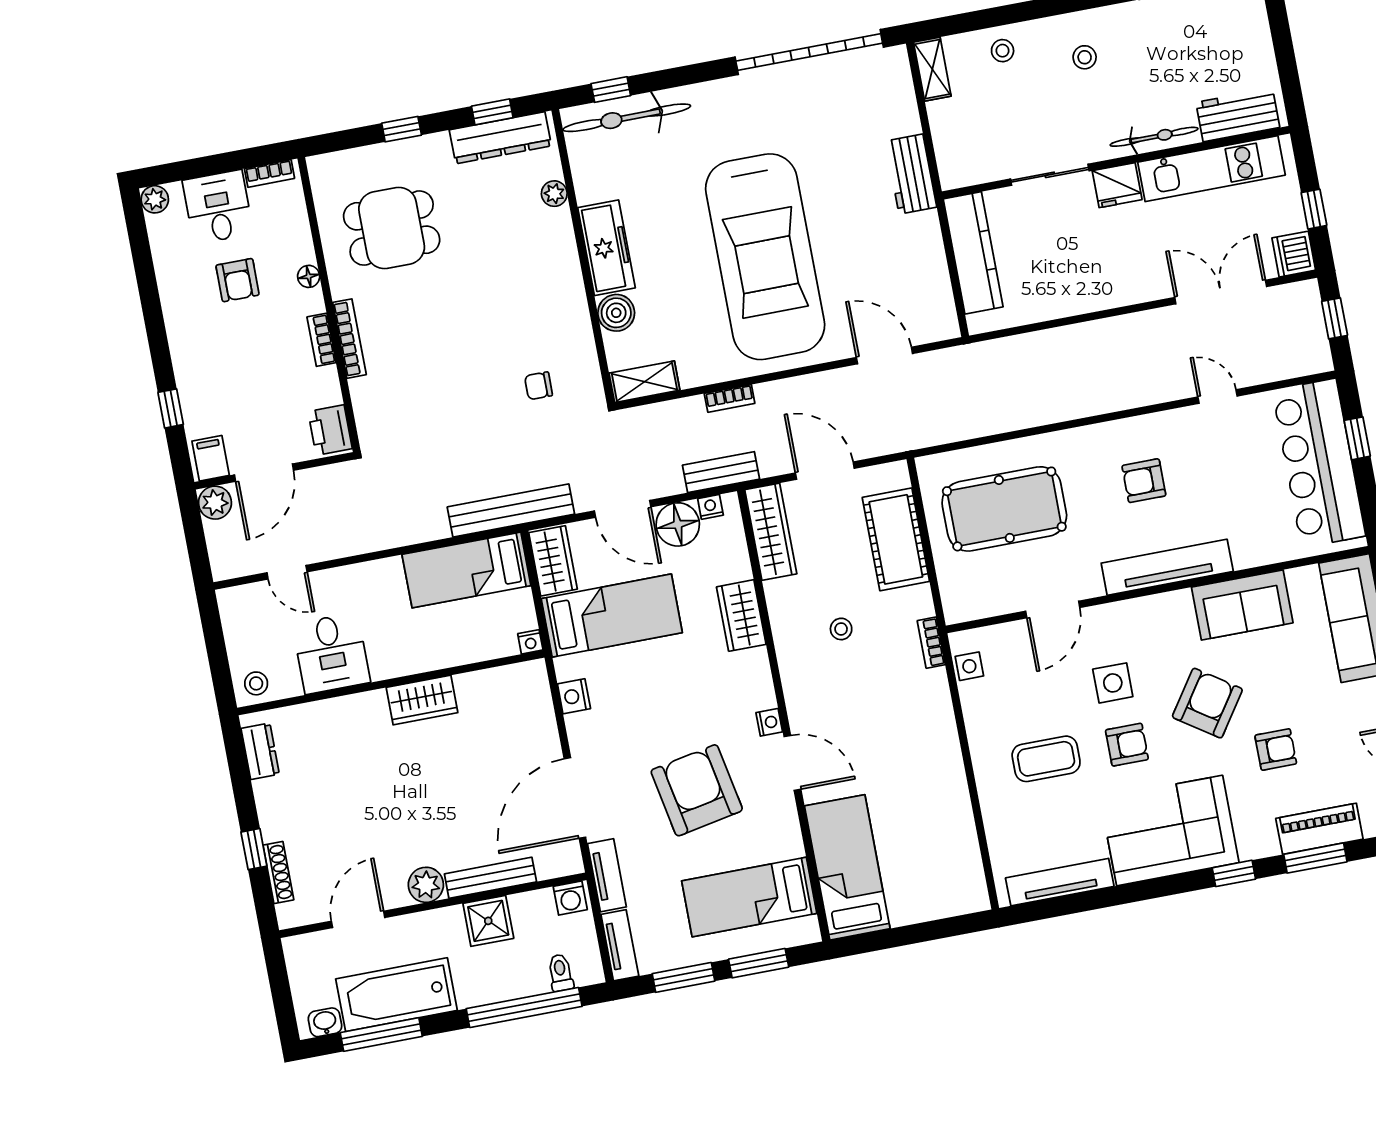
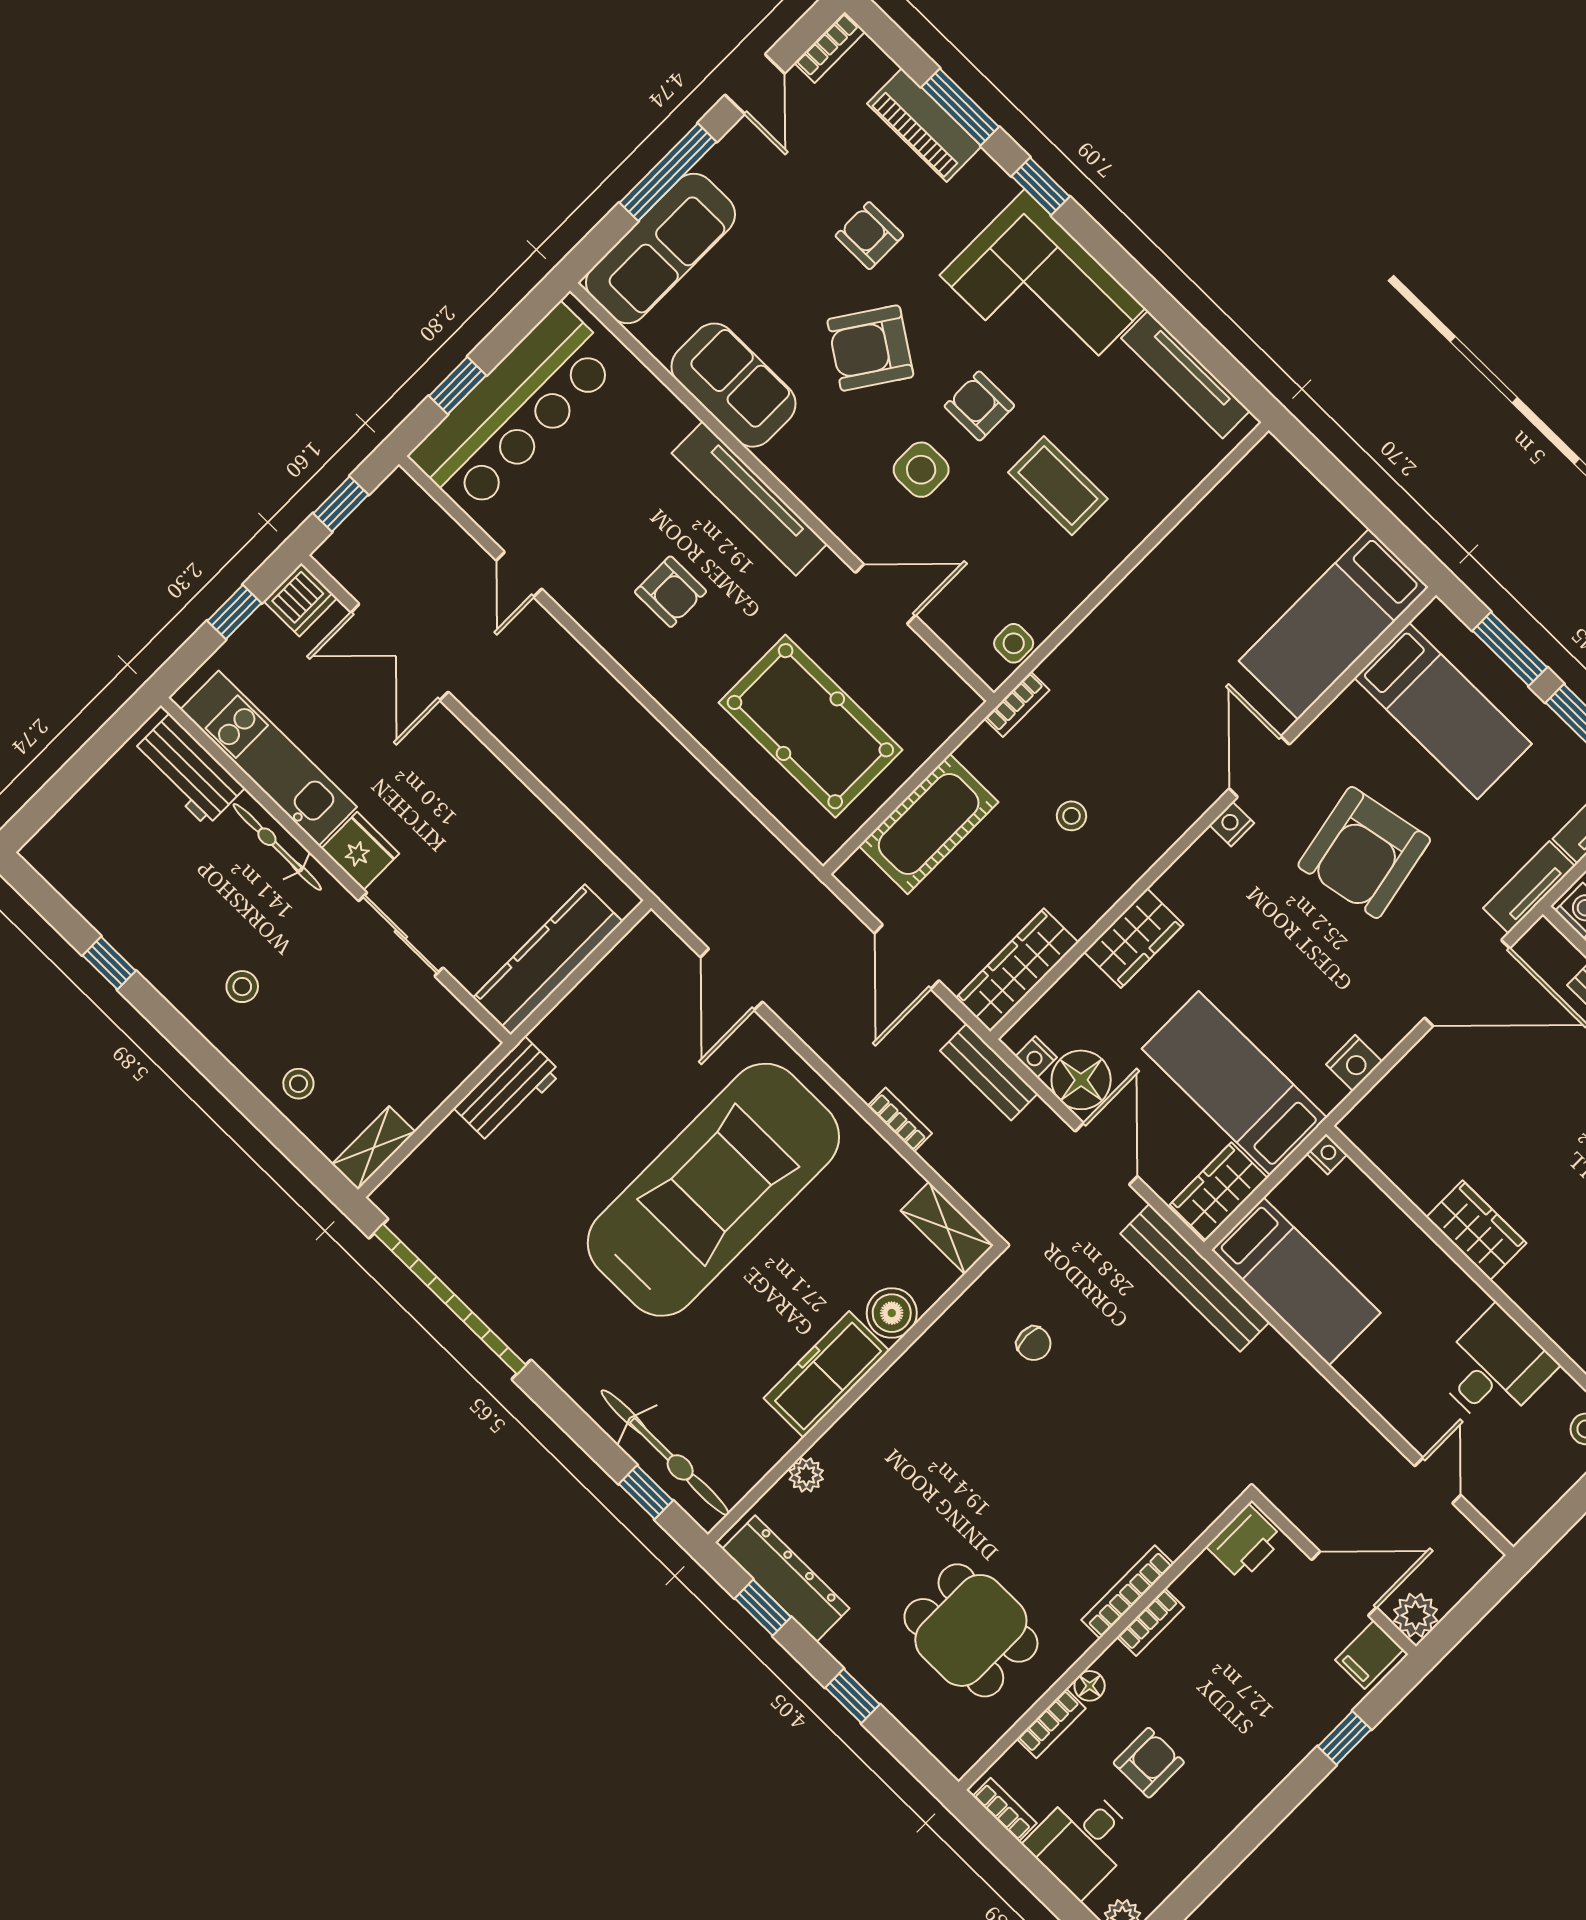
bookcase: (302, 238) -> (1051, 1723), added

